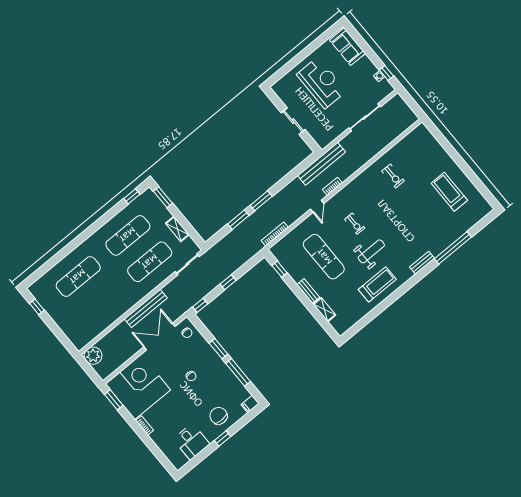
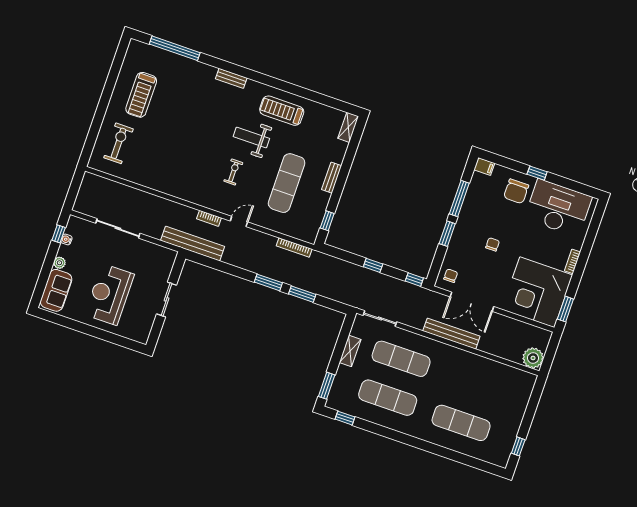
plant: (366, 61) -> (59, 263), added
exercise bike: (393, 176) -> (118, 143), moved, width x1.38, depth x1.39
window: (453, 248) -> (175, 48), moved
shelving: (324, 310) -> (348, 127), moved
desk: (191, 442) -> (558, 208), width x1.87, depth x1.30

